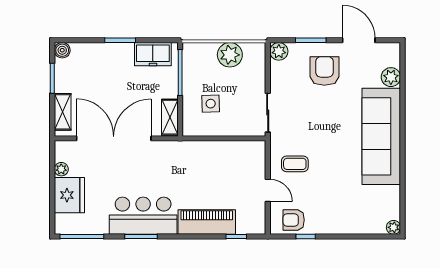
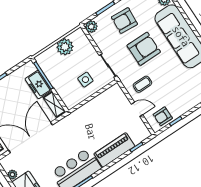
freezer: (153, 54) -> (38, 85), moved, turned 90
armchair: (324, 71) -> (124, 21), turned -86
side table: (211, 104) -> (85, 80), moved
armchair: (325, 121) -> (144, 49), added

